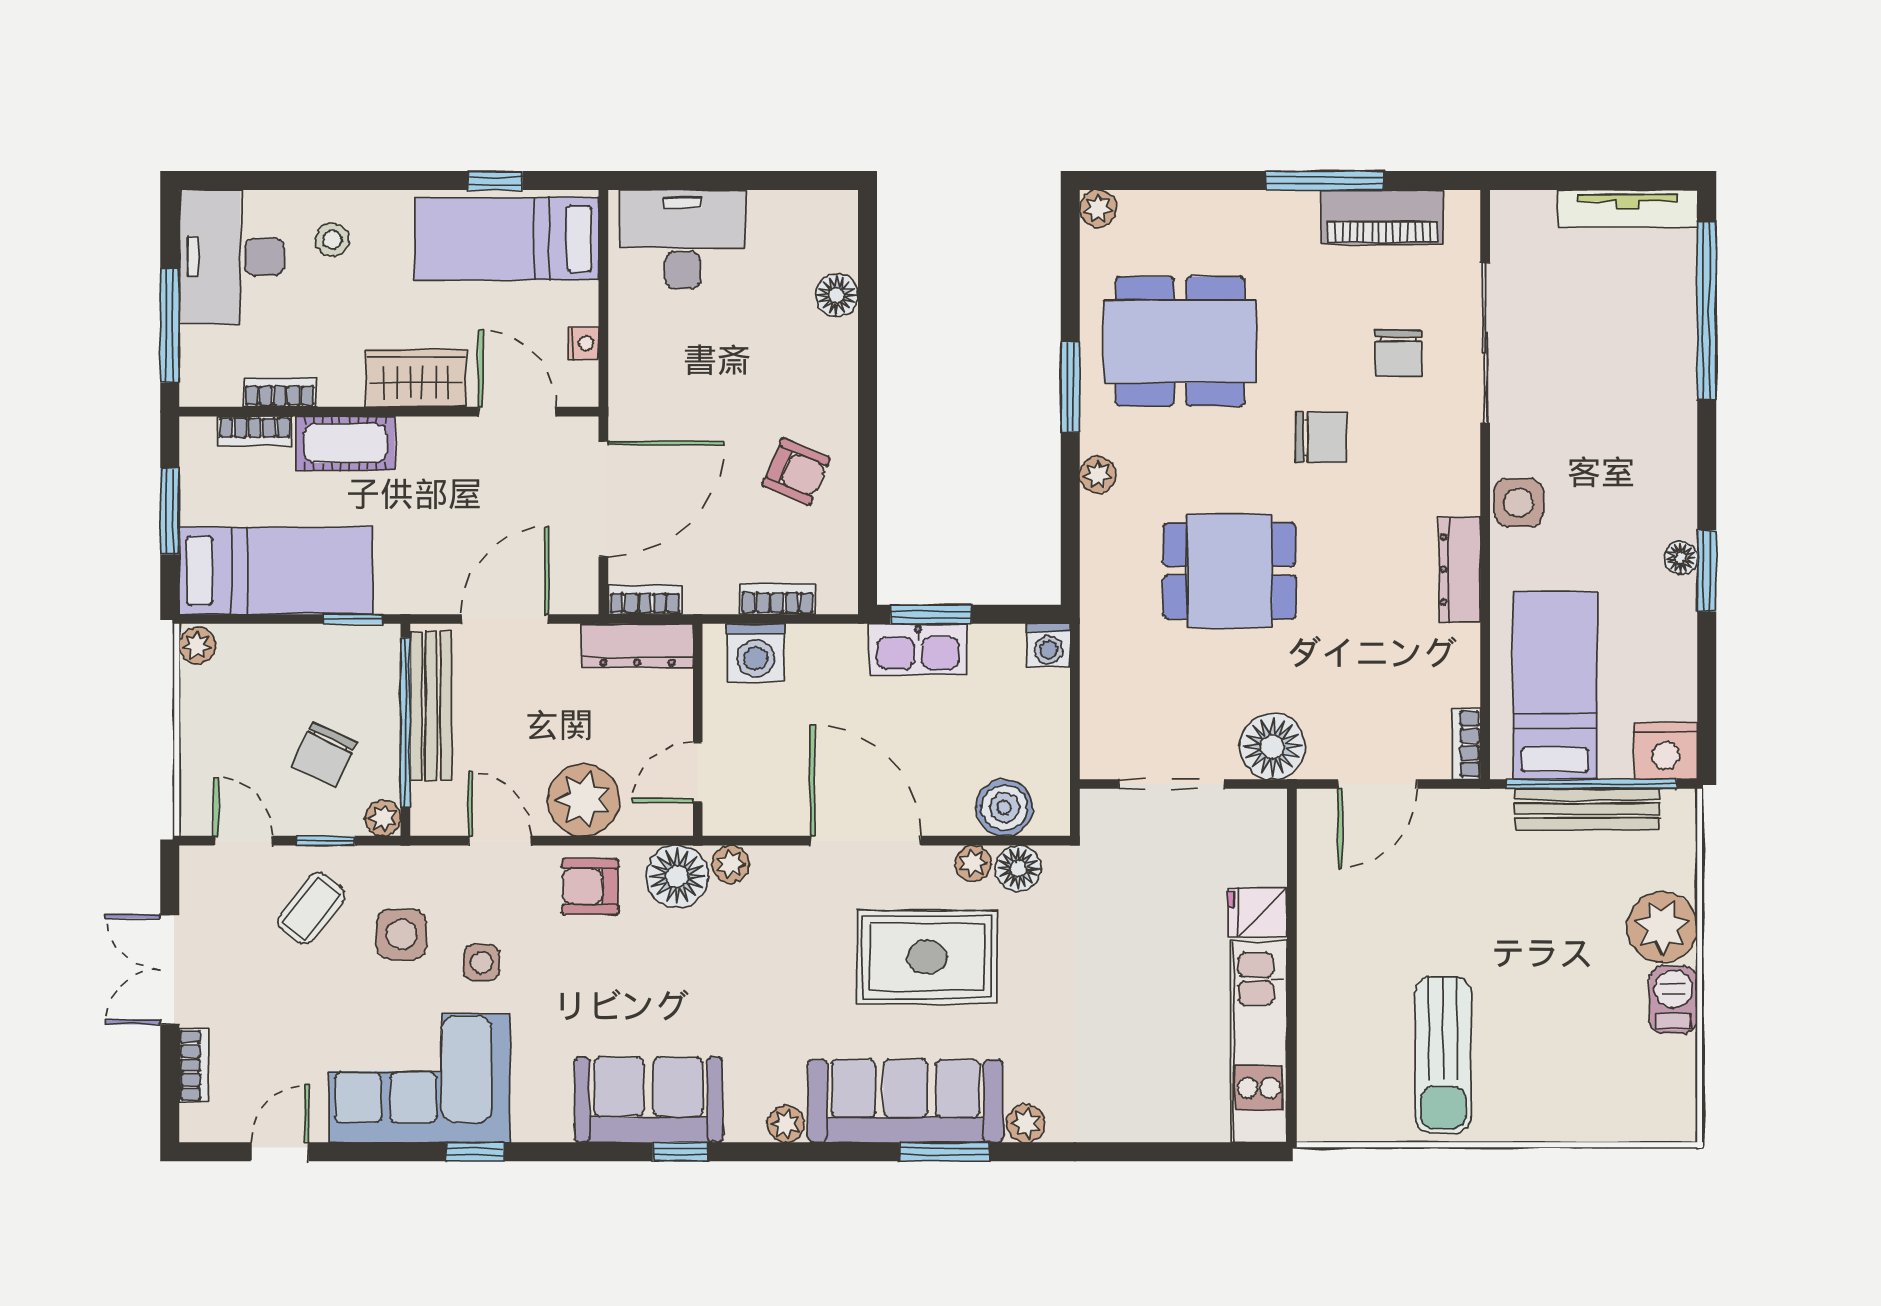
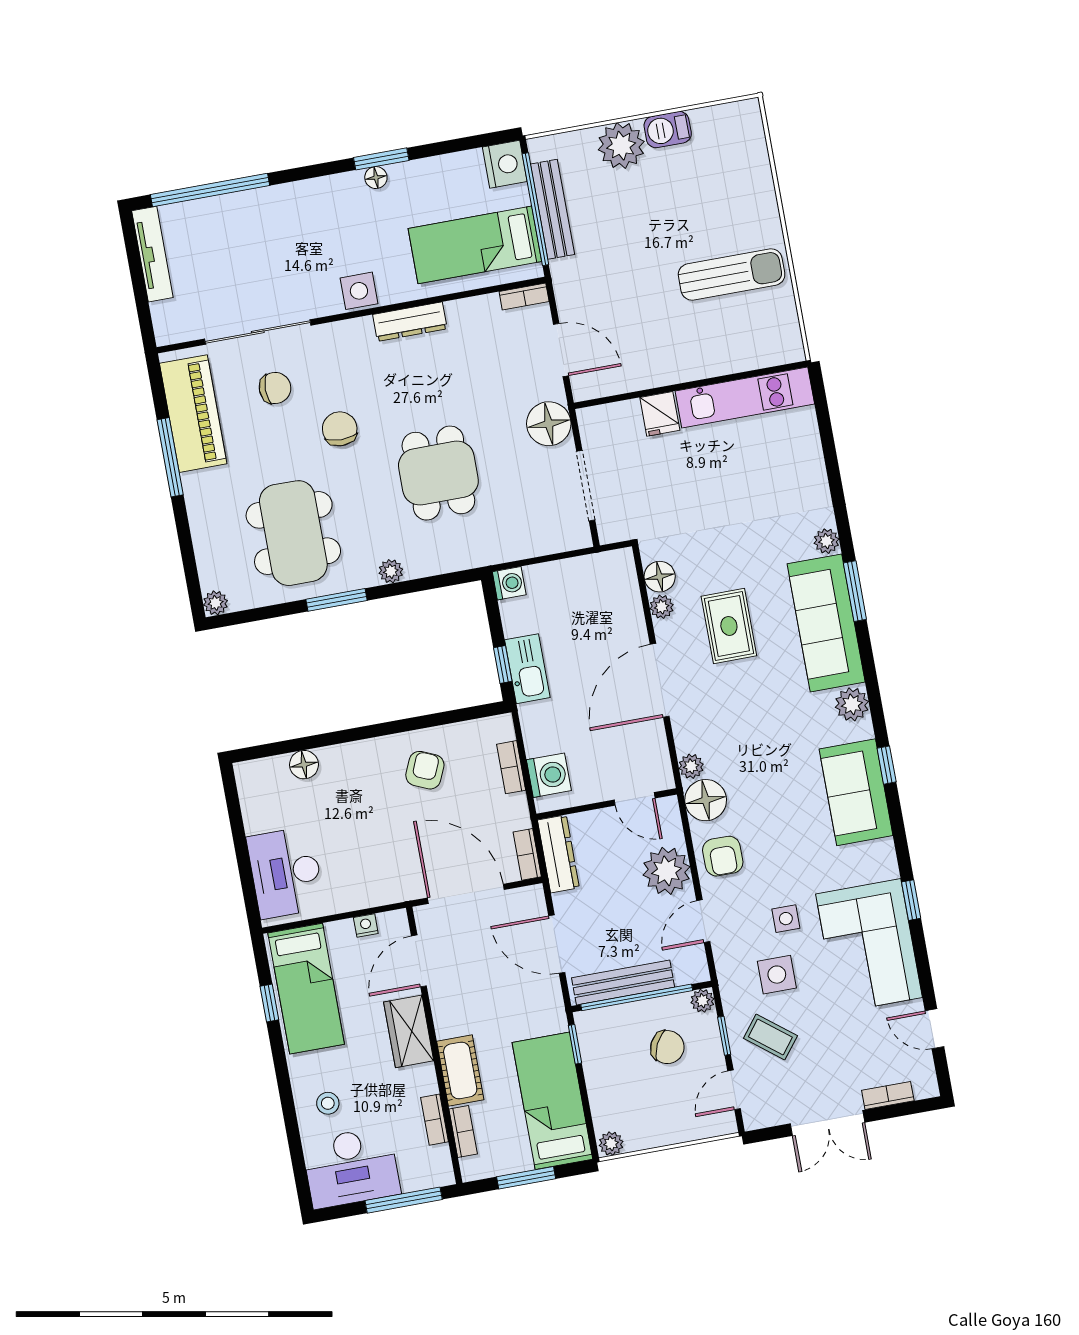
piano: (1382, 217) -> (193, 414), width x1.37, depth x1.33
window: (931, 614) -> (503, 664), width x0.67
boiler: (1004, 808) -> (621, 593), removed
rug: (927, 957) -> (729, 626), width x0.73, depth x0.70
plant: (786, 1124) -> (852, 704), width x1.38, depth x1.38

